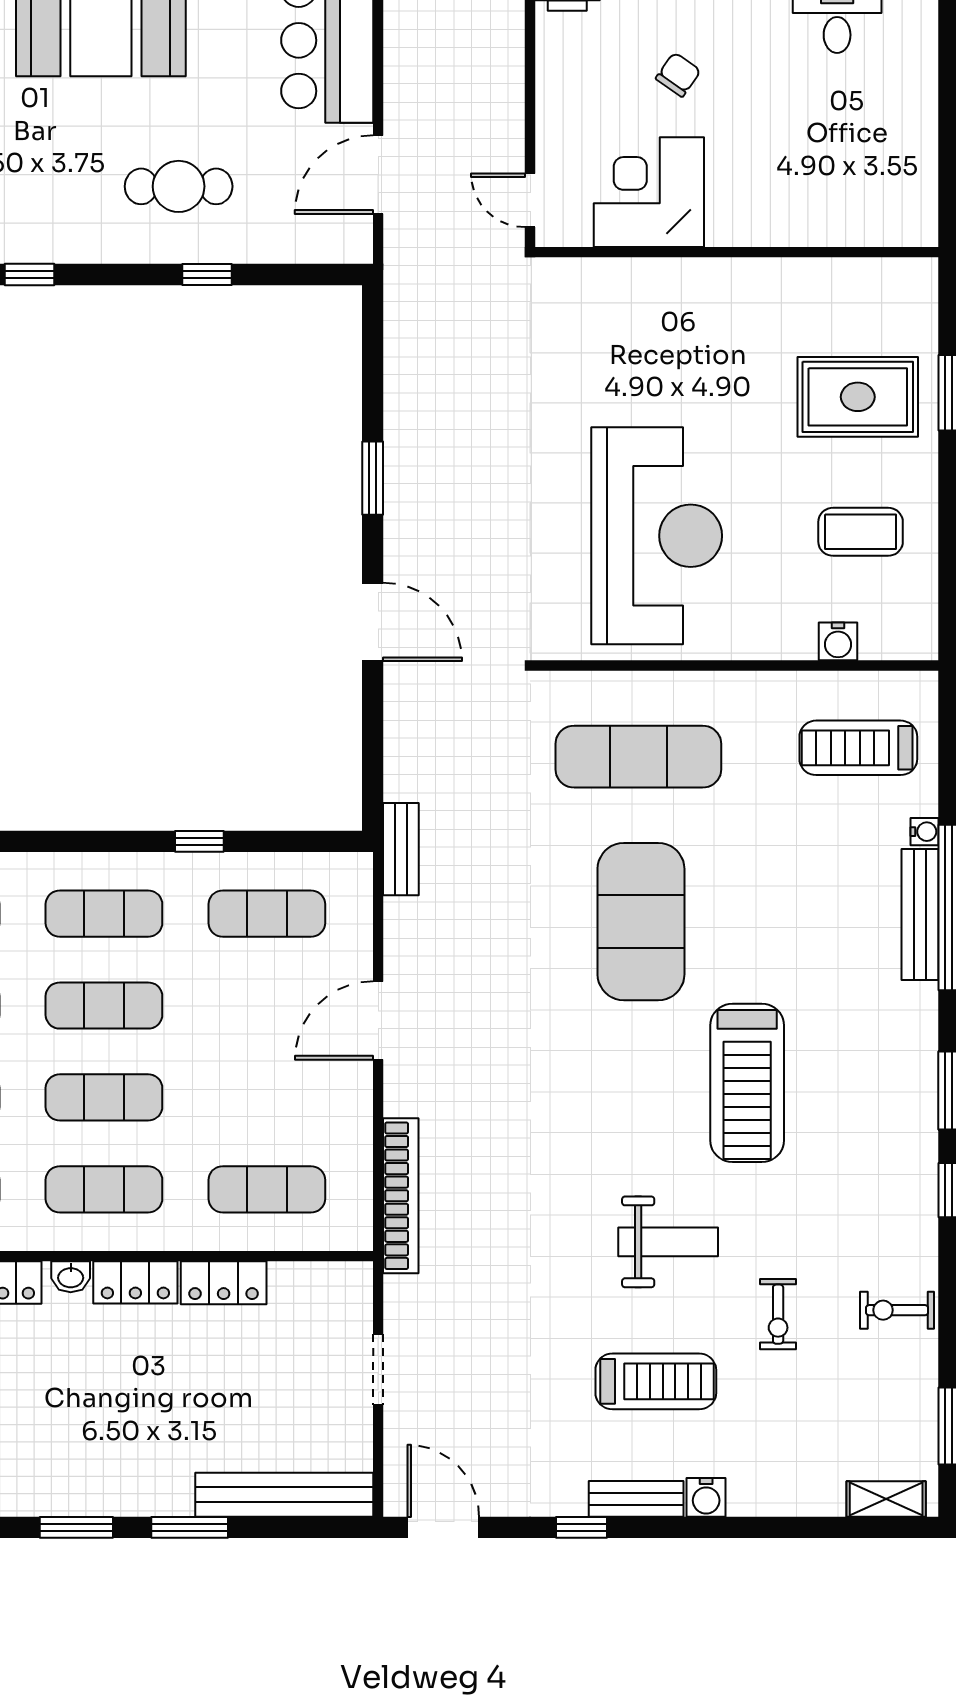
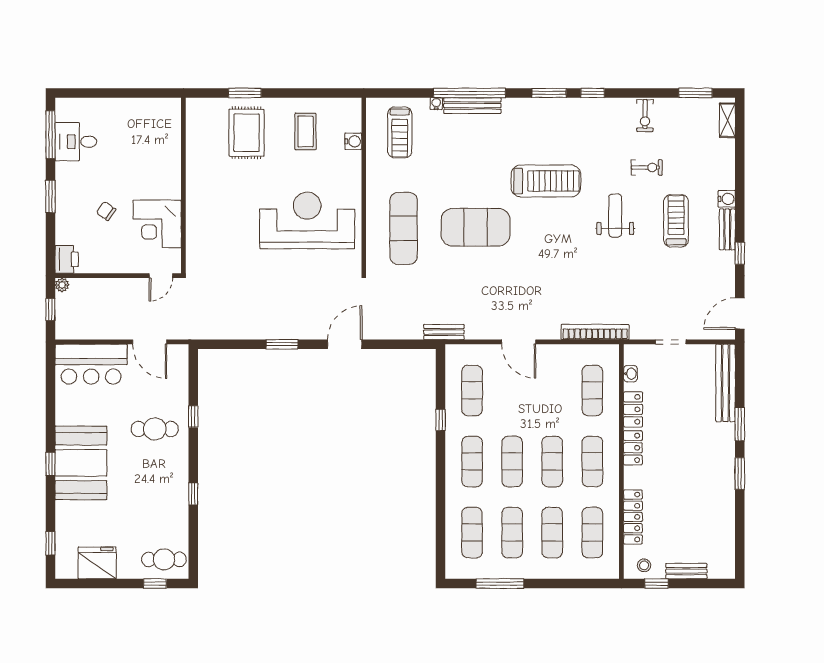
cafe table: (179, 186) -> (155, 429), turned 90
washbasin: (71, 1277) -> (630, 374), moved

